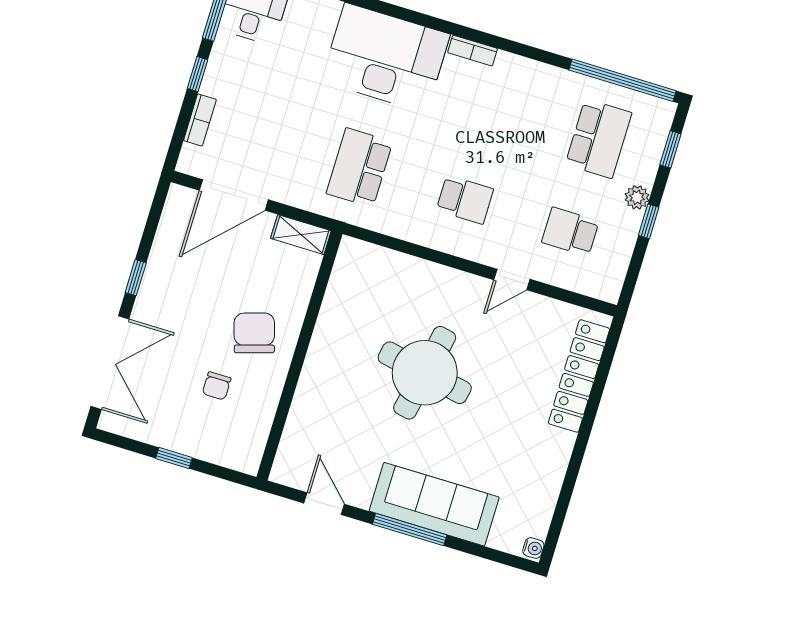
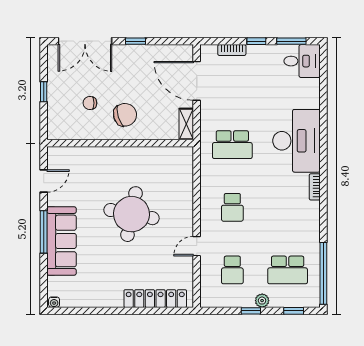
school desk: (359, 168) -> (232, 145), turned 180
school desk: (570, 232) -> (232, 270), turned 180
door: (512, 279) -> (197, 246), hinge flipped

